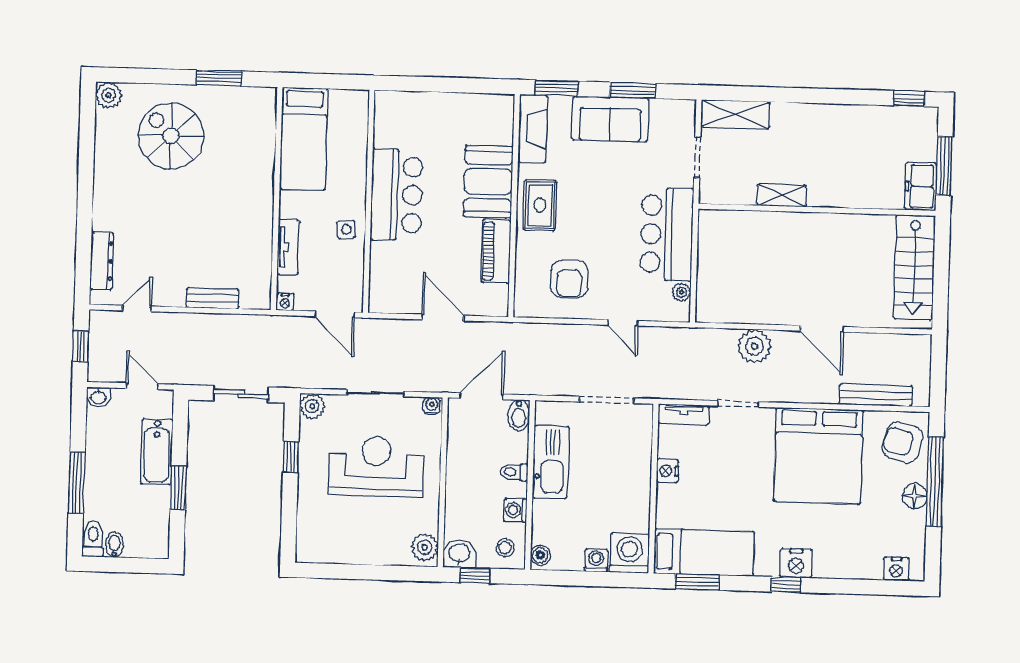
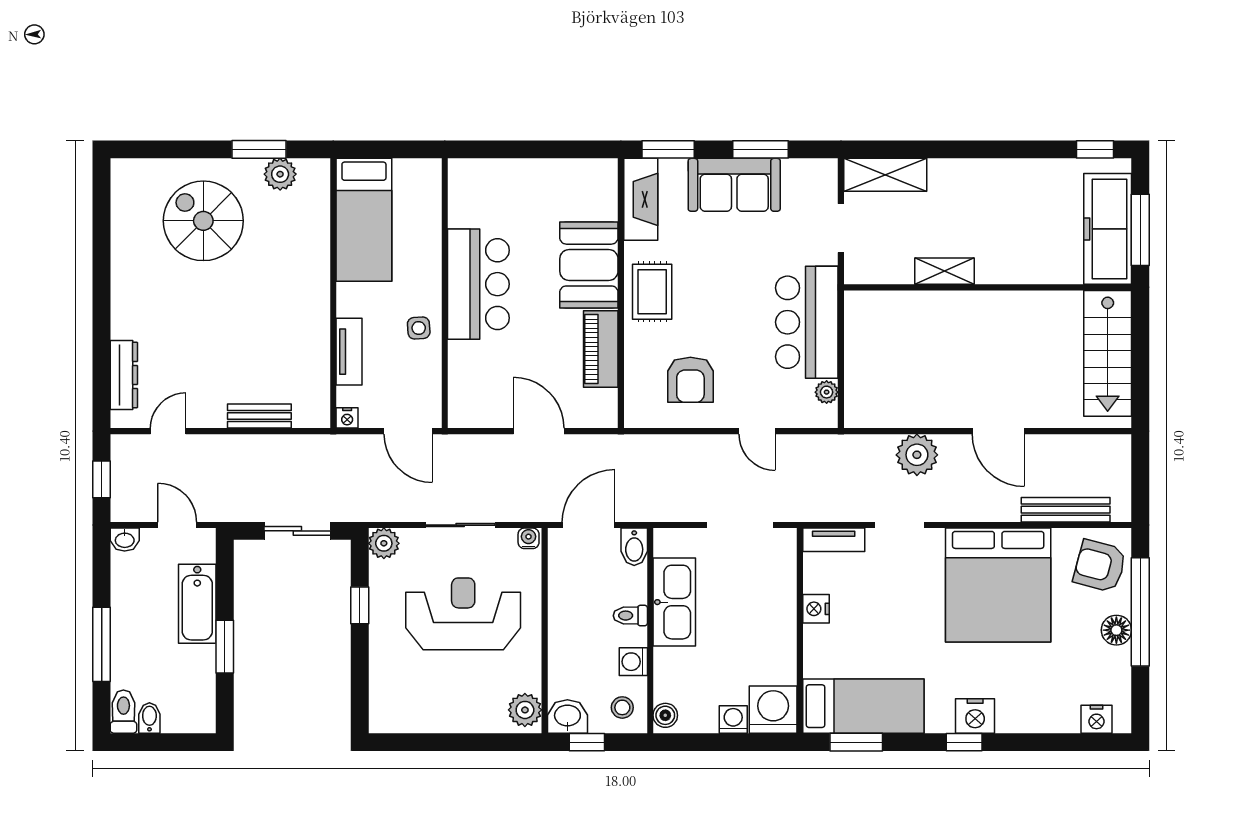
plant: (109, 95) -> (280, 174), moved
freezer: (921, 186) -> (1108, 229), width x1.91, depth x1.26

